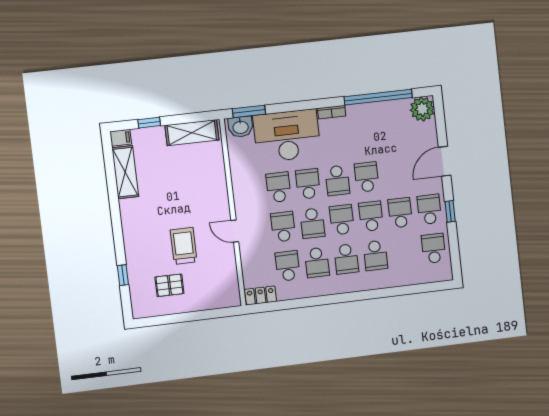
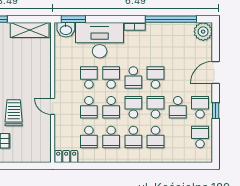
school desk: (400, 213) -> (178, 107), turned 180
school desk: (283, 227) -> (89, 107), turned 180
school desk: (288, 266) -> (89, 137), turned 180

